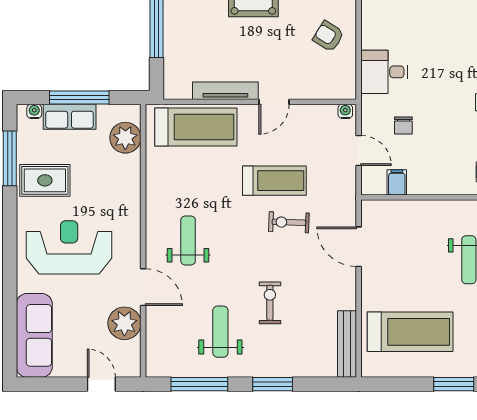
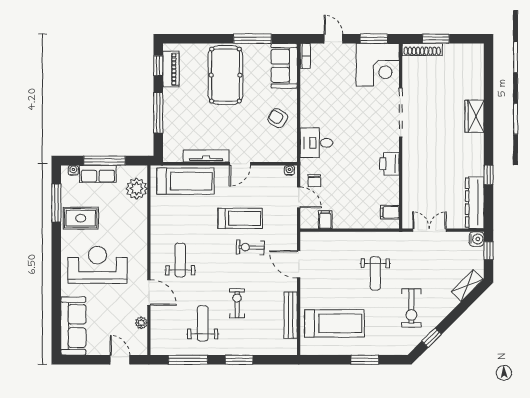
chair: (403, 125) -> (314, 181), moved
plant: (124, 323) -> (141, 323), width x0.53, depth x0.53
bench: (347, 344) -> (291, 315), moved

